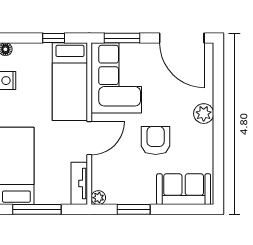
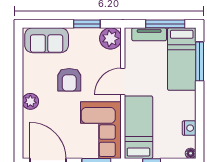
tv unit: (79, 183) -> (149, 34), moved, turned 90
plant: (98, 198) -> (110, 38), width x1.88, depth x1.88

